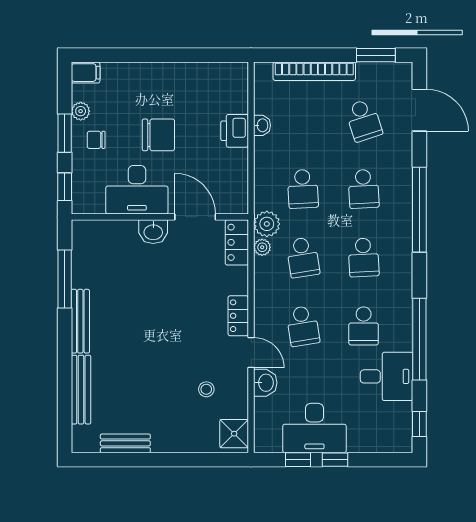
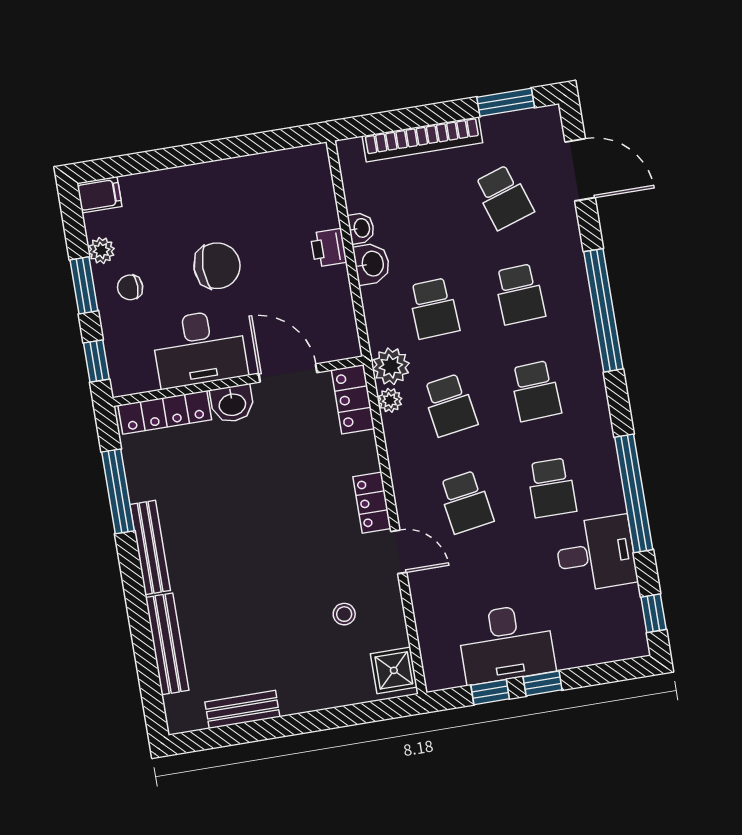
printer: (235, 131) -> (329, 248), width x0.73, depth x0.81
locker: (106, 230) -> (165, 412), added
washbasin: (265, 383) -> (372, 264), moved

